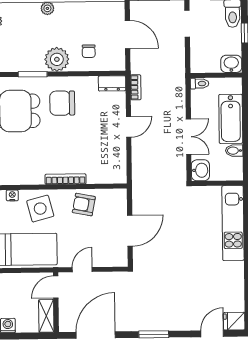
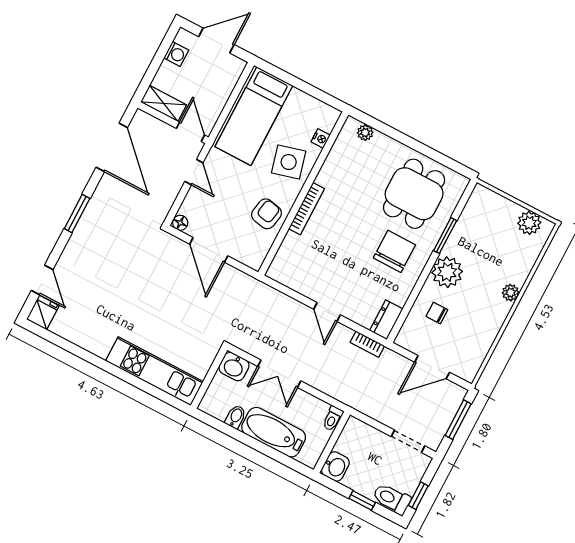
floor lamp: (122, 260) -> (180, 223), added

